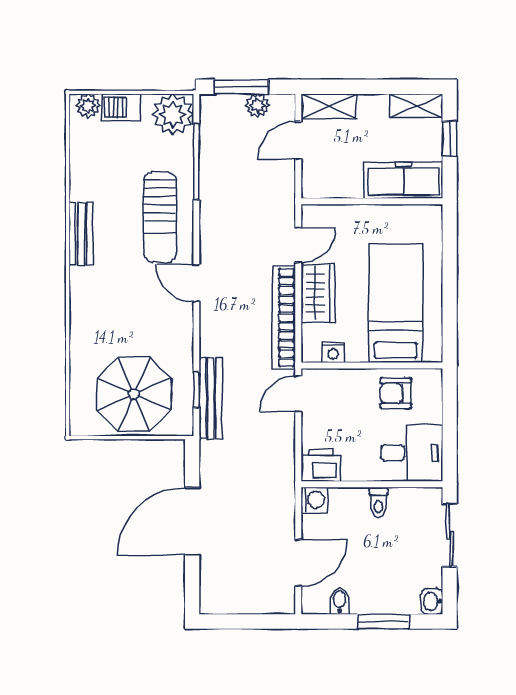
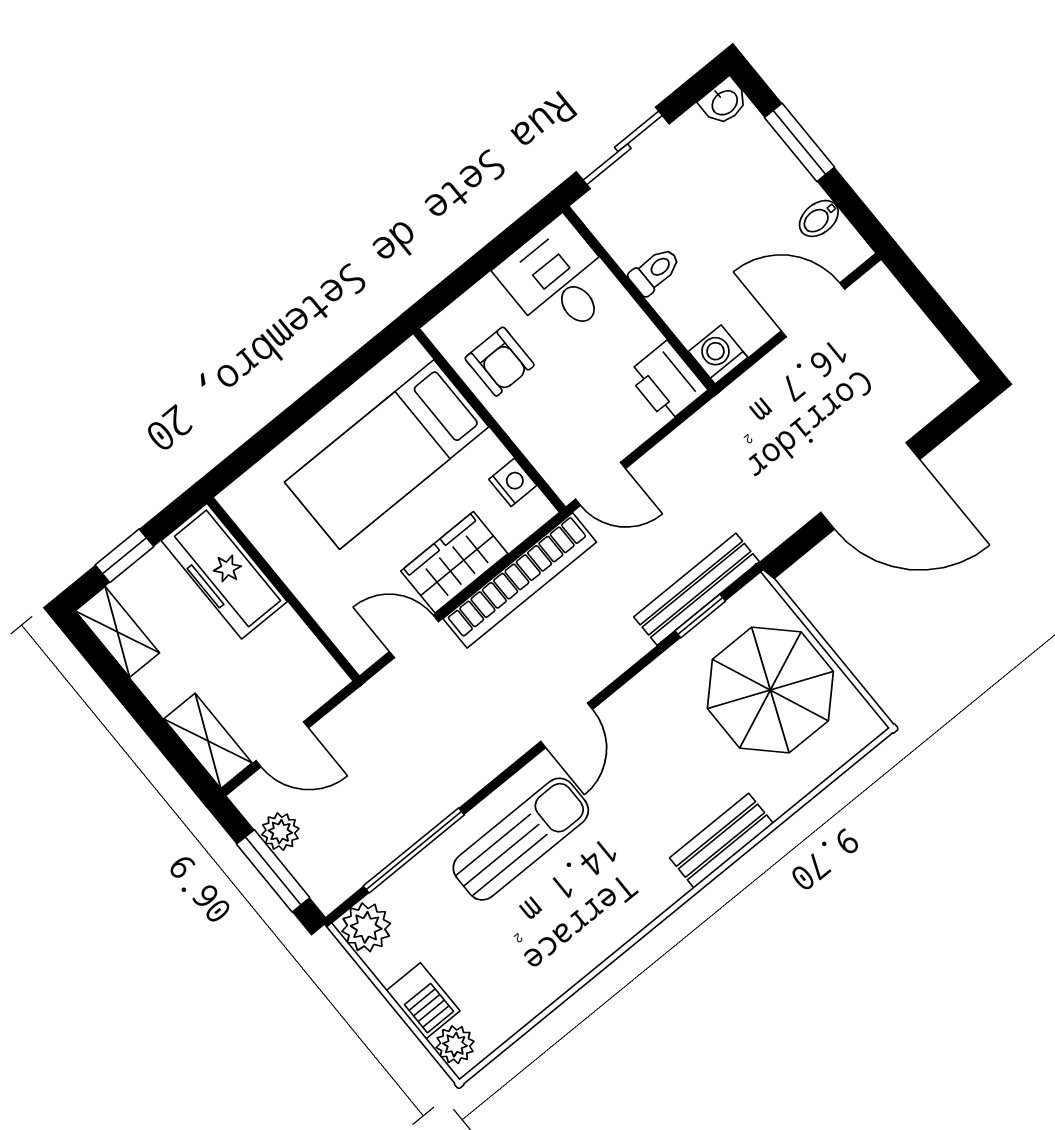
plant: (173, 115) -> (366, 927), width x0.73, depth x0.73
bench: (81, 234) -> (721, 841), moved

